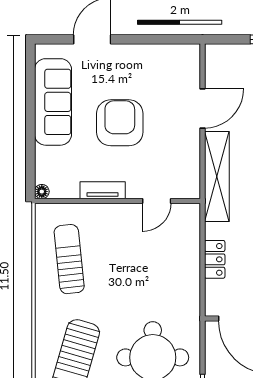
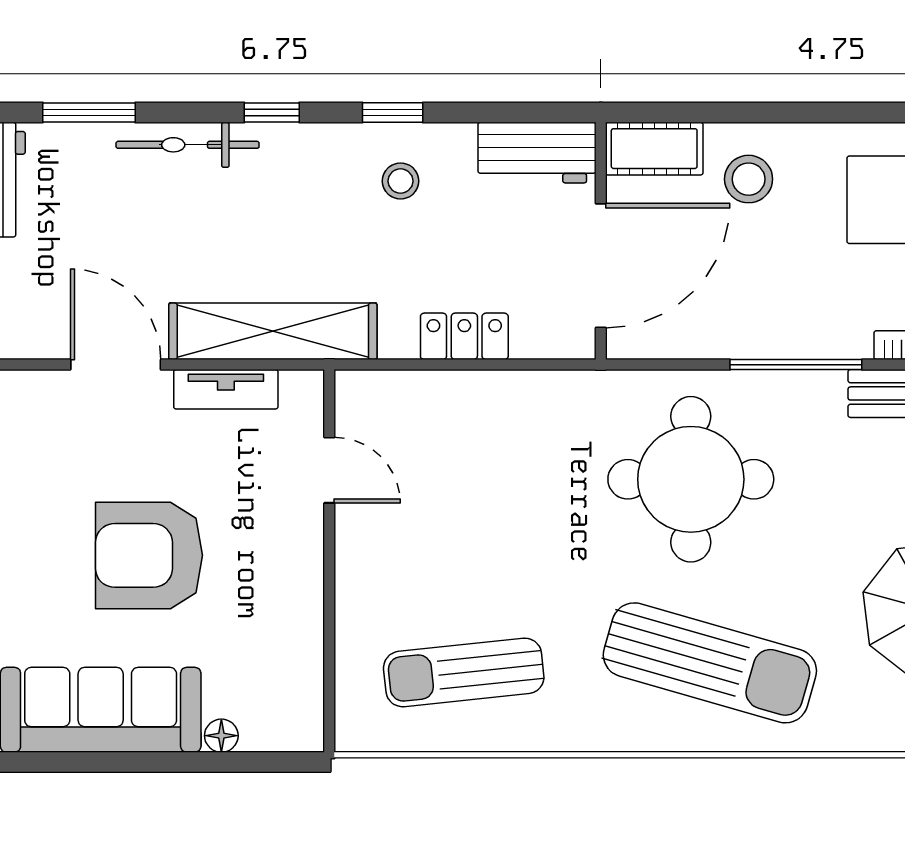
tv unit: (103, 190) -> (226, 389), moved, turned -90
floor lamp: (42, 192) -> (221, 736), moved

